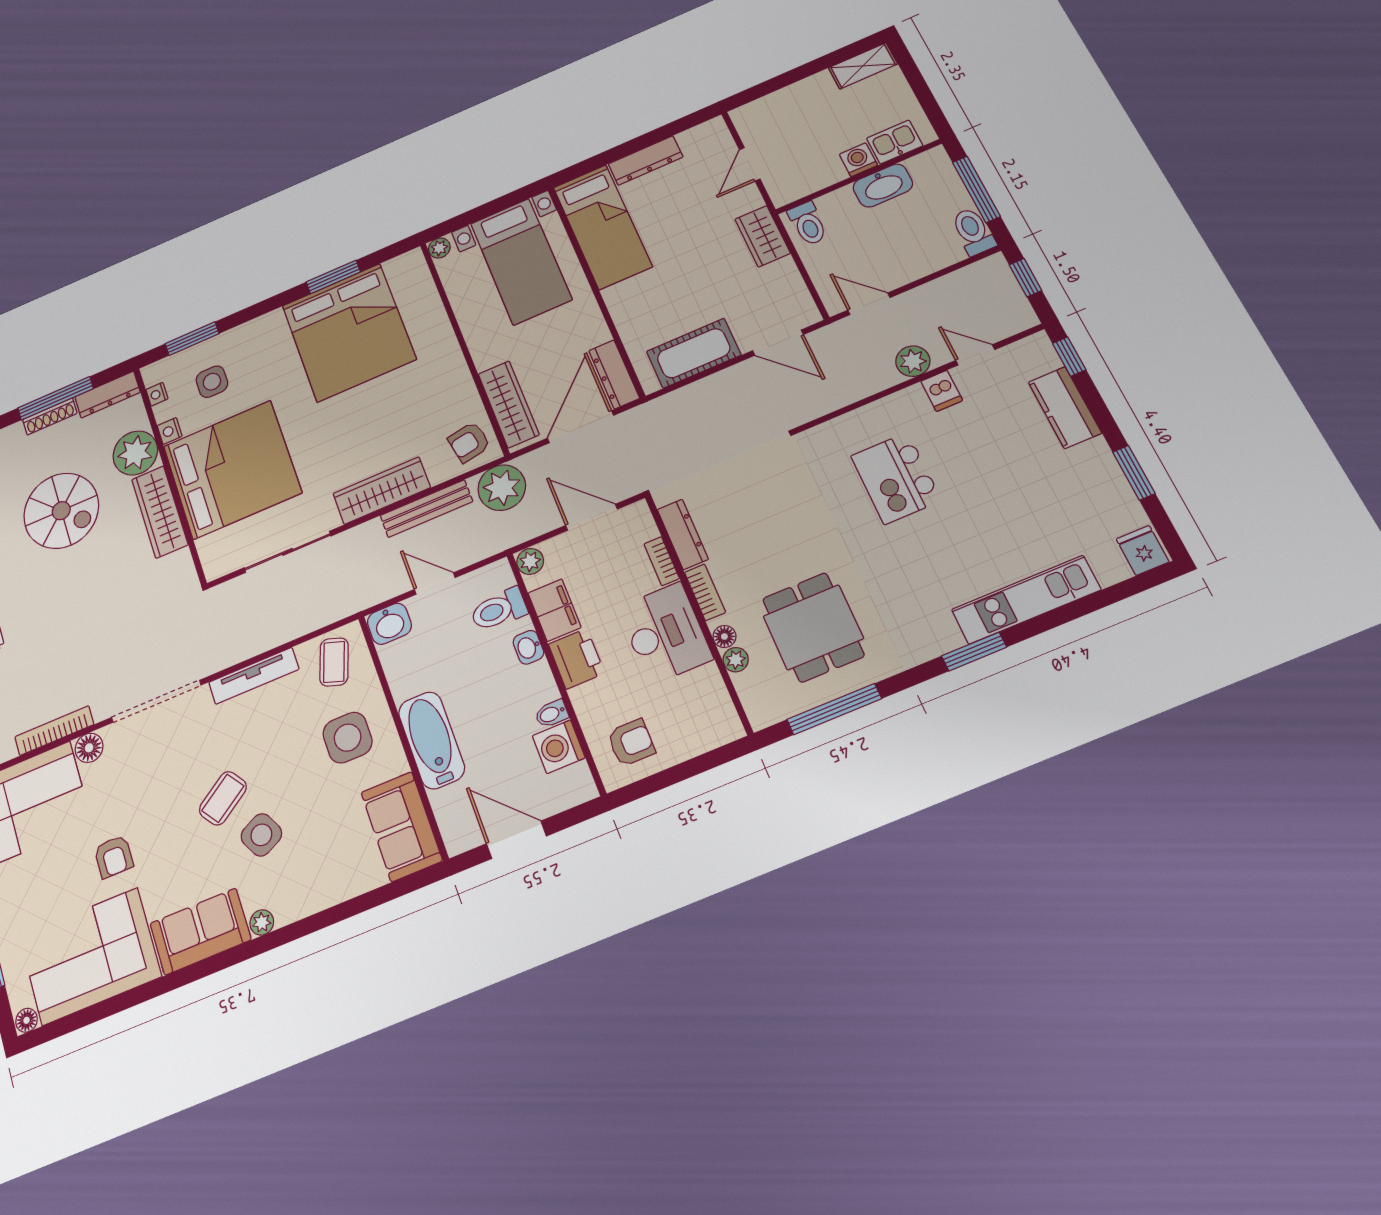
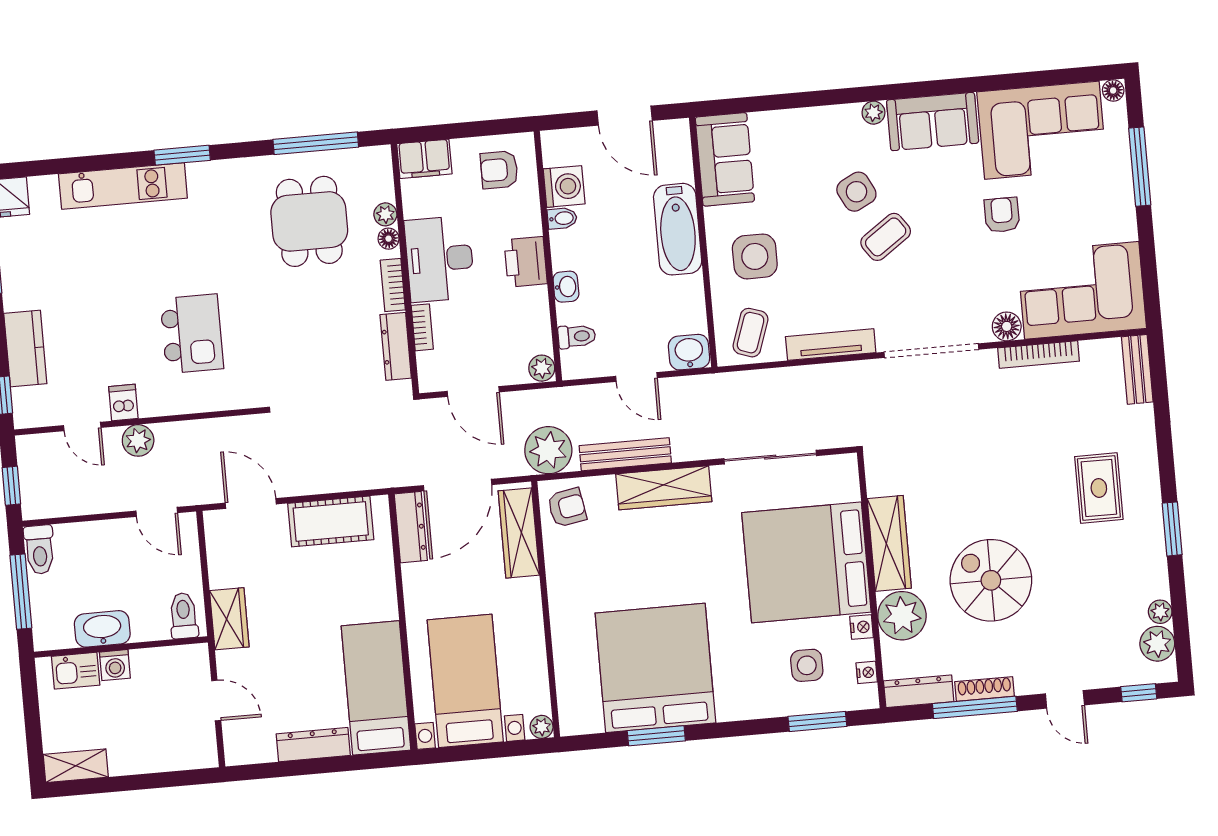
door: (750, 164) -> (216, 701), hinge flipped
toilet: (499, 610) -> (577, 336), width x0.73, depth x0.72
filing cabinet: (555, 610) -> (424, 159), moved, turned -90

